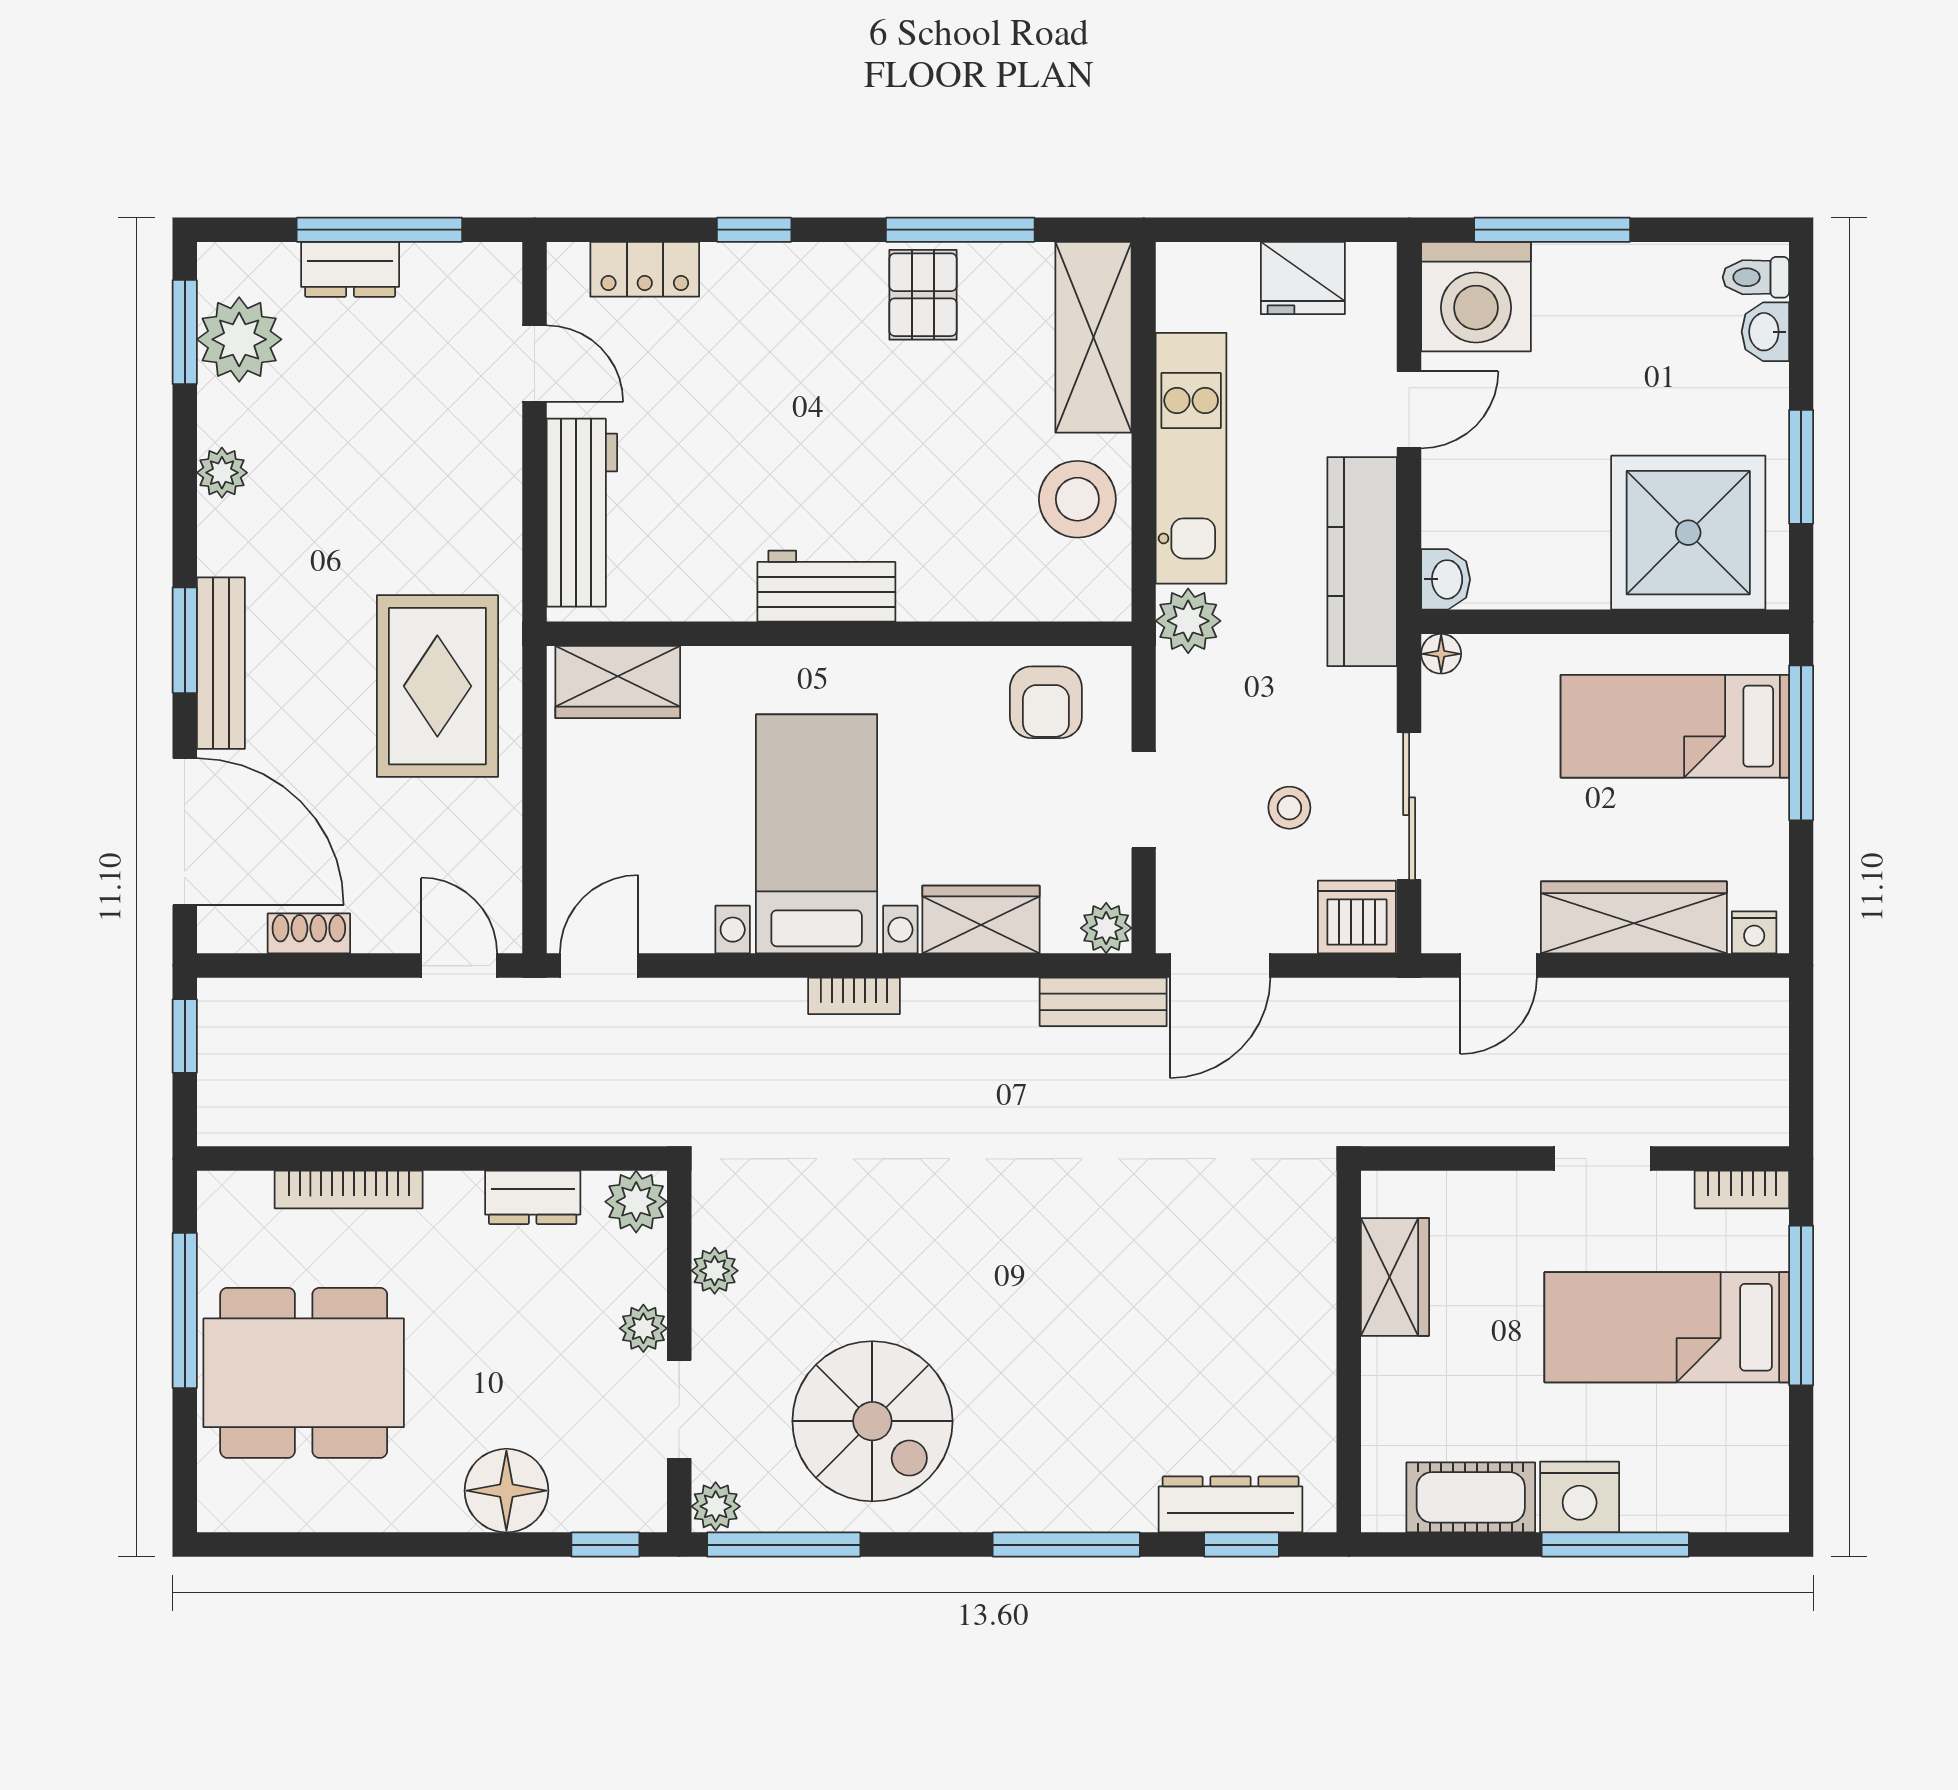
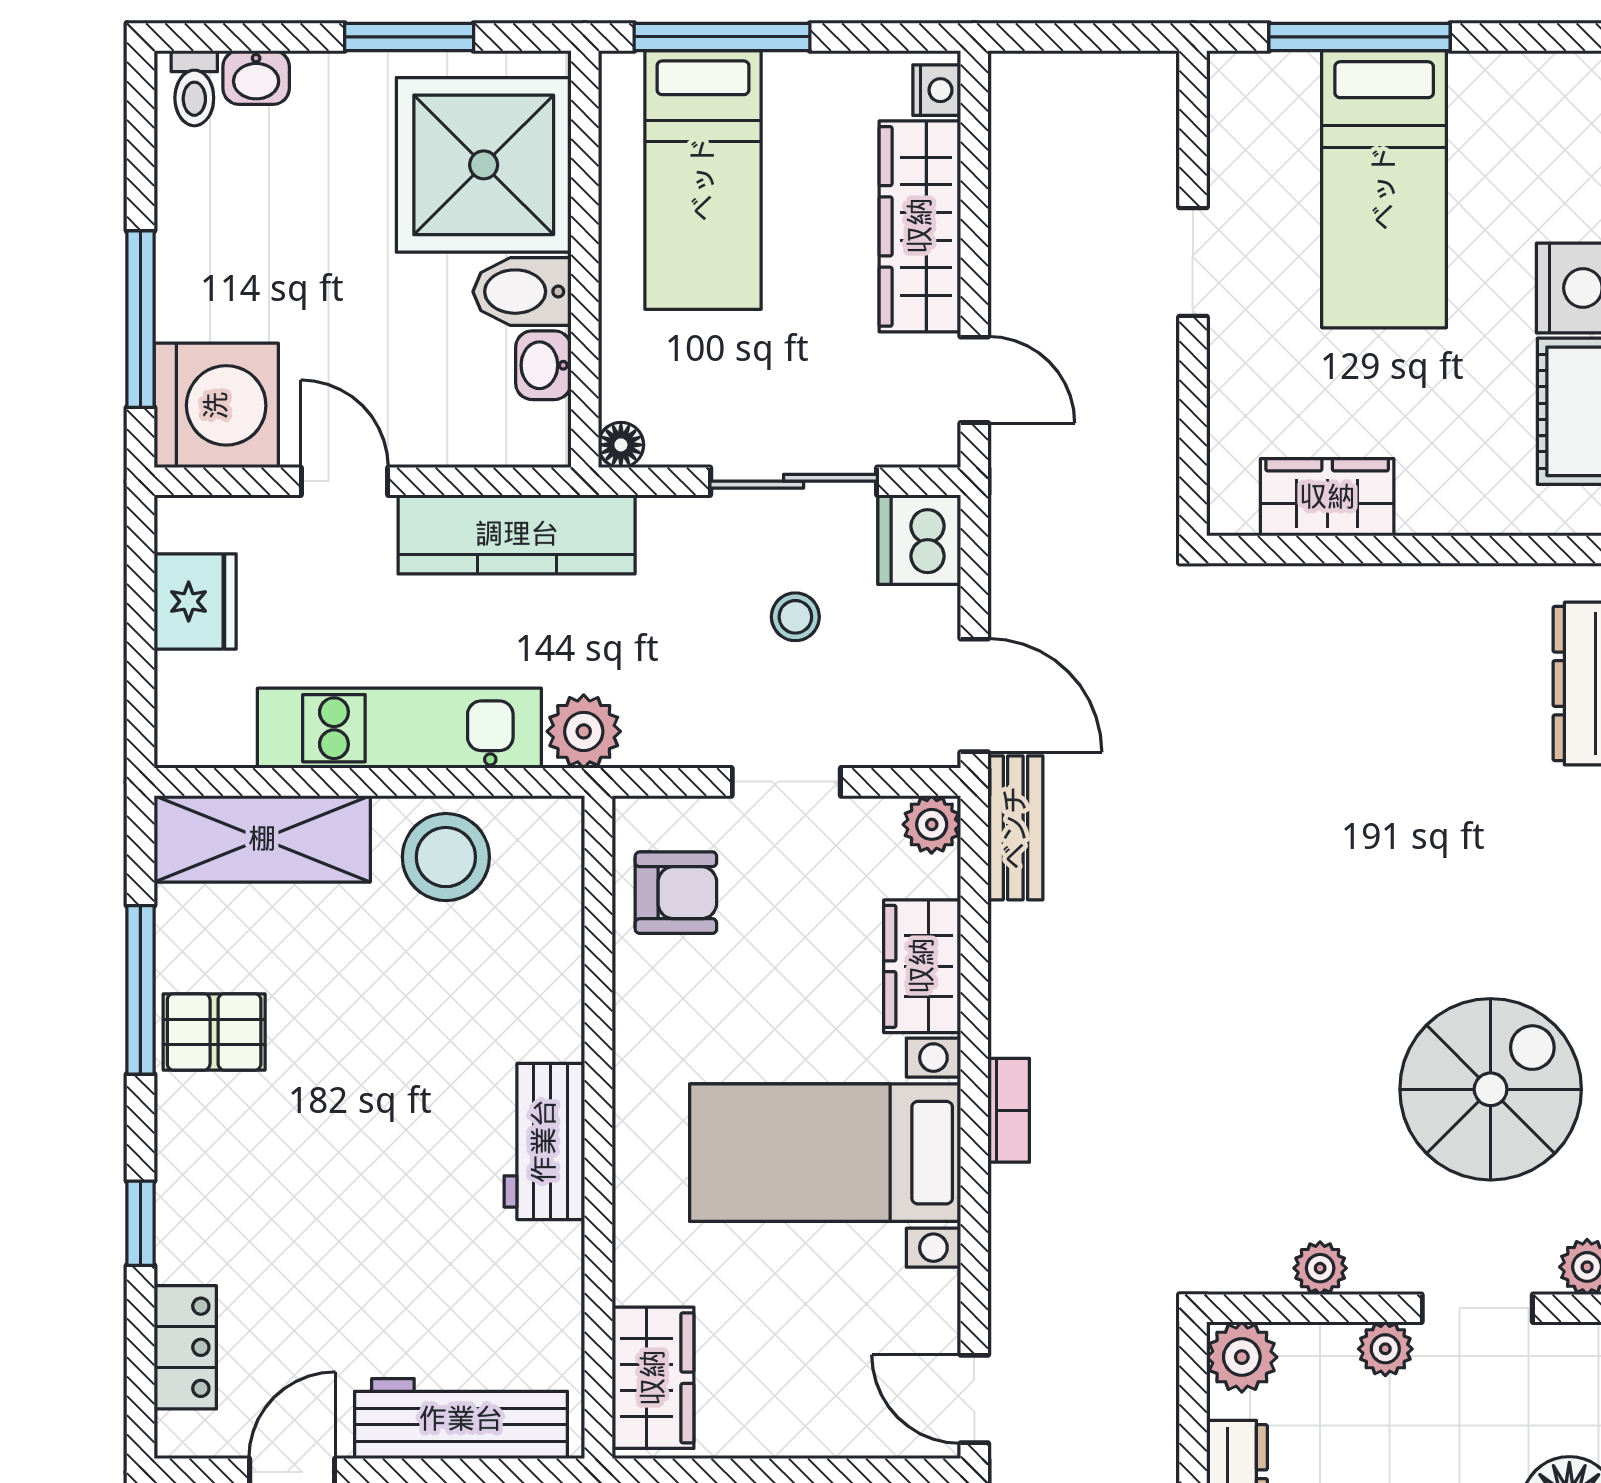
bidet: (1576, 566) -> (522, 292), added
washbasin: (1446, 579) -> (543, 365), moved, turned -90
bookcase: (1742, 1189) -> (1228, 104), removed

